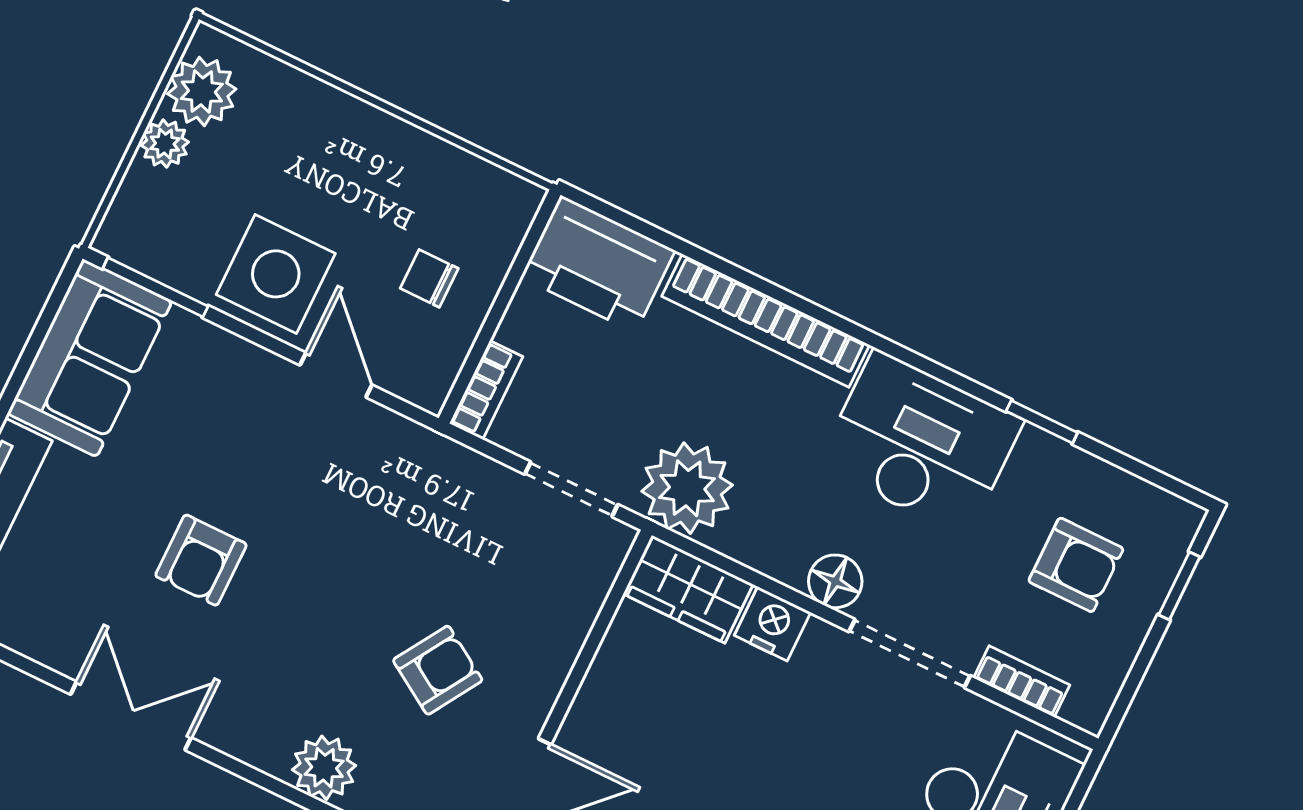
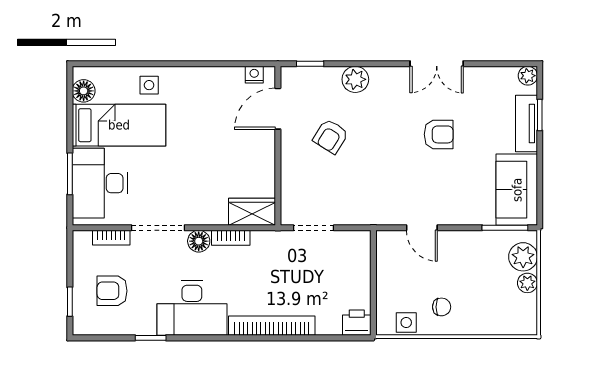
plant: (202, 91) -> (523, 257), moved
printer: (598, 264) -> (357, 323), width x0.53, depth x0.68
side table: (276, 274) -> (406, 322), moved, width x0.54, depth x0.54
chair: (429, 278) -> (442, 307), moved
bookcase: (486, 390) -> (231, 238), moved, turned -90
plant: (687, 488) -> (271, 249), removed
armchair: (201, 560) -> (439, 134), turned 90
nightstand: (772, 624) -> (214, 214), removed

